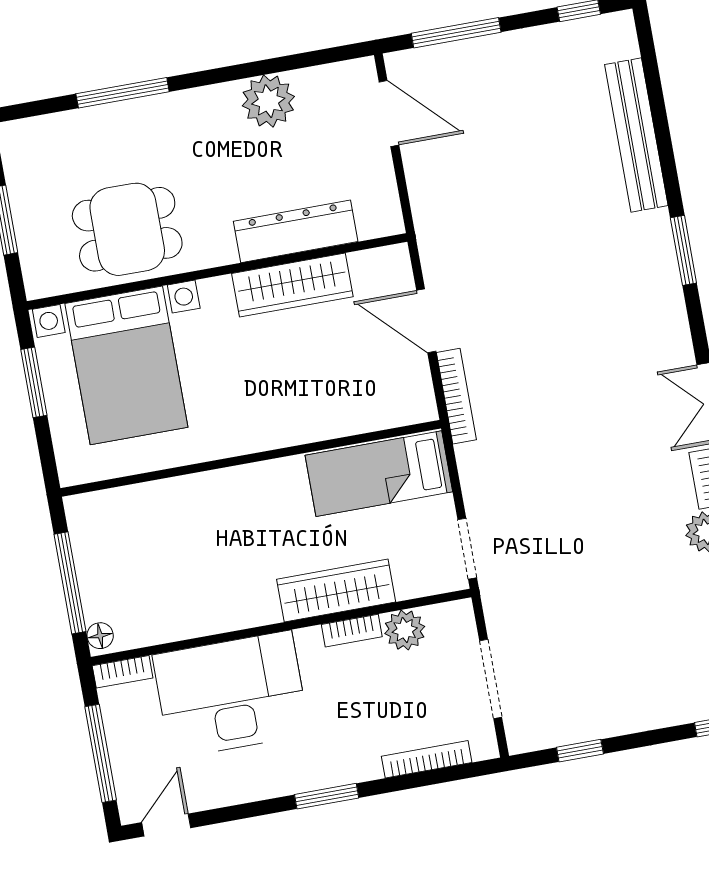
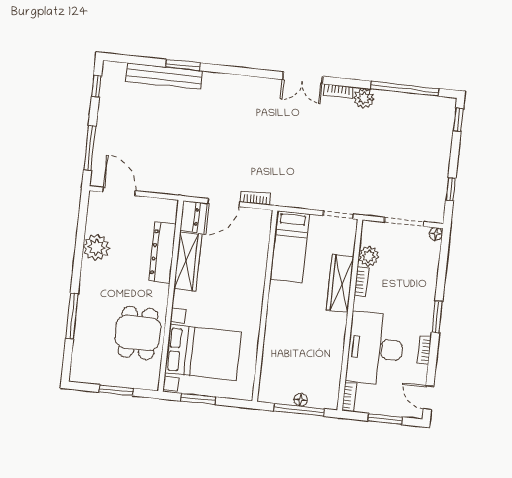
door: (389, 114) -> (119, 191), hinge flipped
window: (683, 250) -> (183, 65), moved
dresser: (381, 264) -> (190, 216), added
bookcase: (456, 396) -> (255, 198), width x0.64
floor lamp: (100, 636) -> (301, 400), moved
floor lamp: (485, 747) -> (436, 234), added
window: (101, 753) -> (385, 419), width x0.69
bookcase: (427, 759) -> (424, 350), moved, width x0.64

